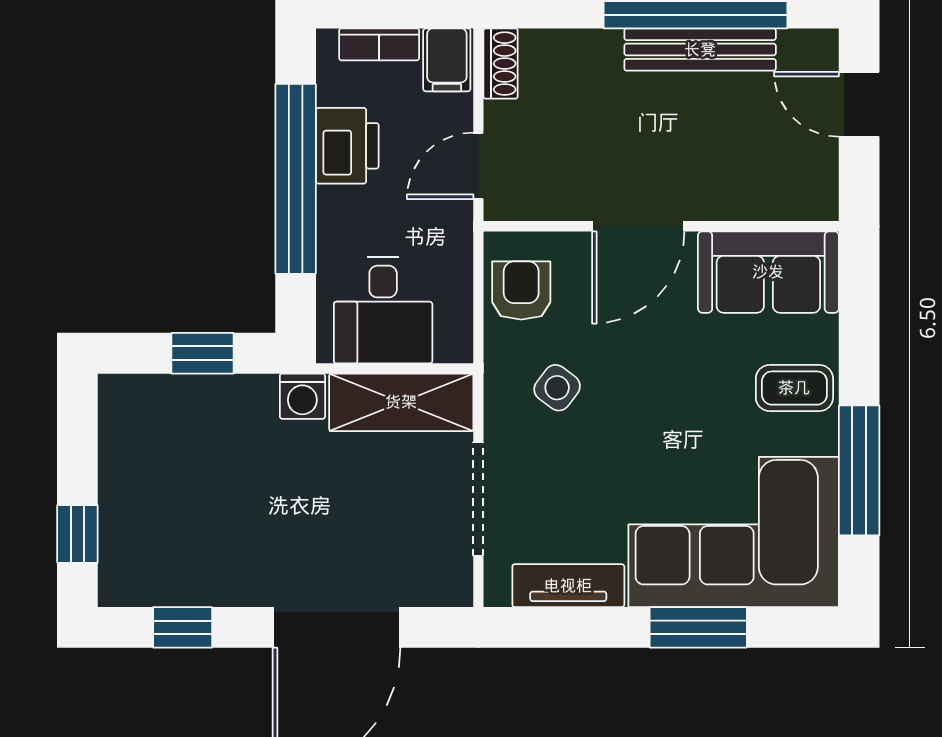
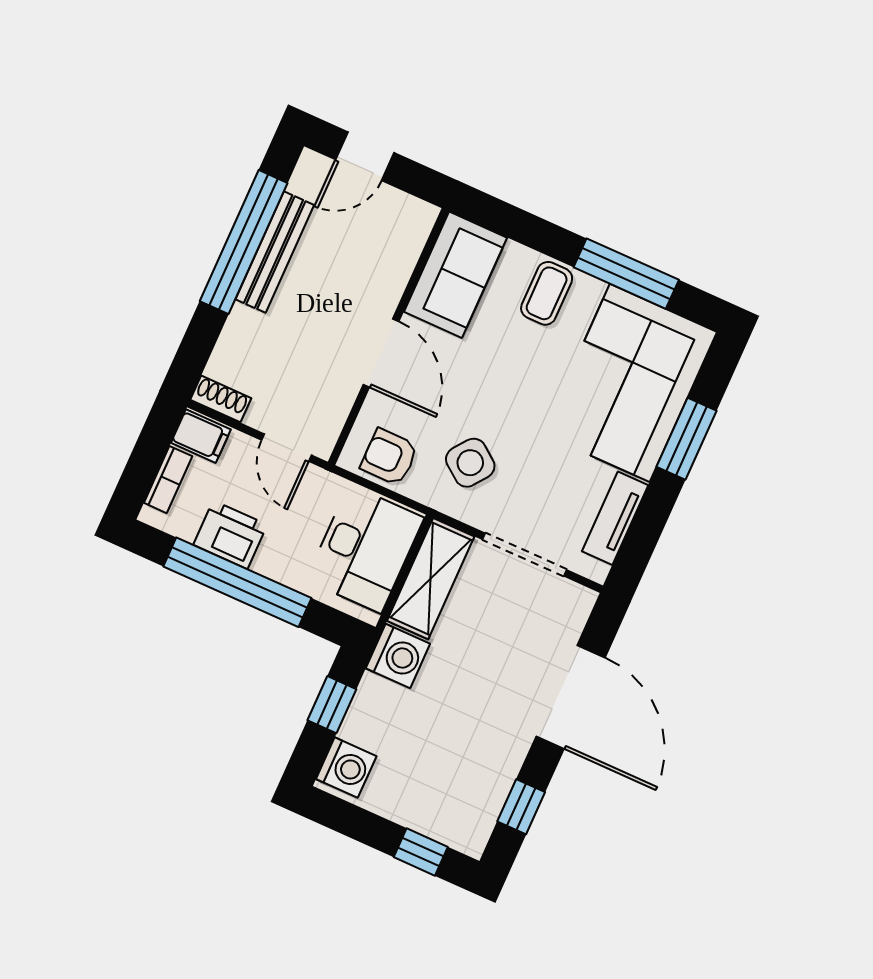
desk: (383, 310) -> (365, 549), width x1.37
side table: (557, 388) -> (470, 463), width x1.37, depth x1.37
washing machine: (302, 396) -> (398, 656), width x1.38, depth x1.38
washing machine: (137, 403) -> (346, 768), added

